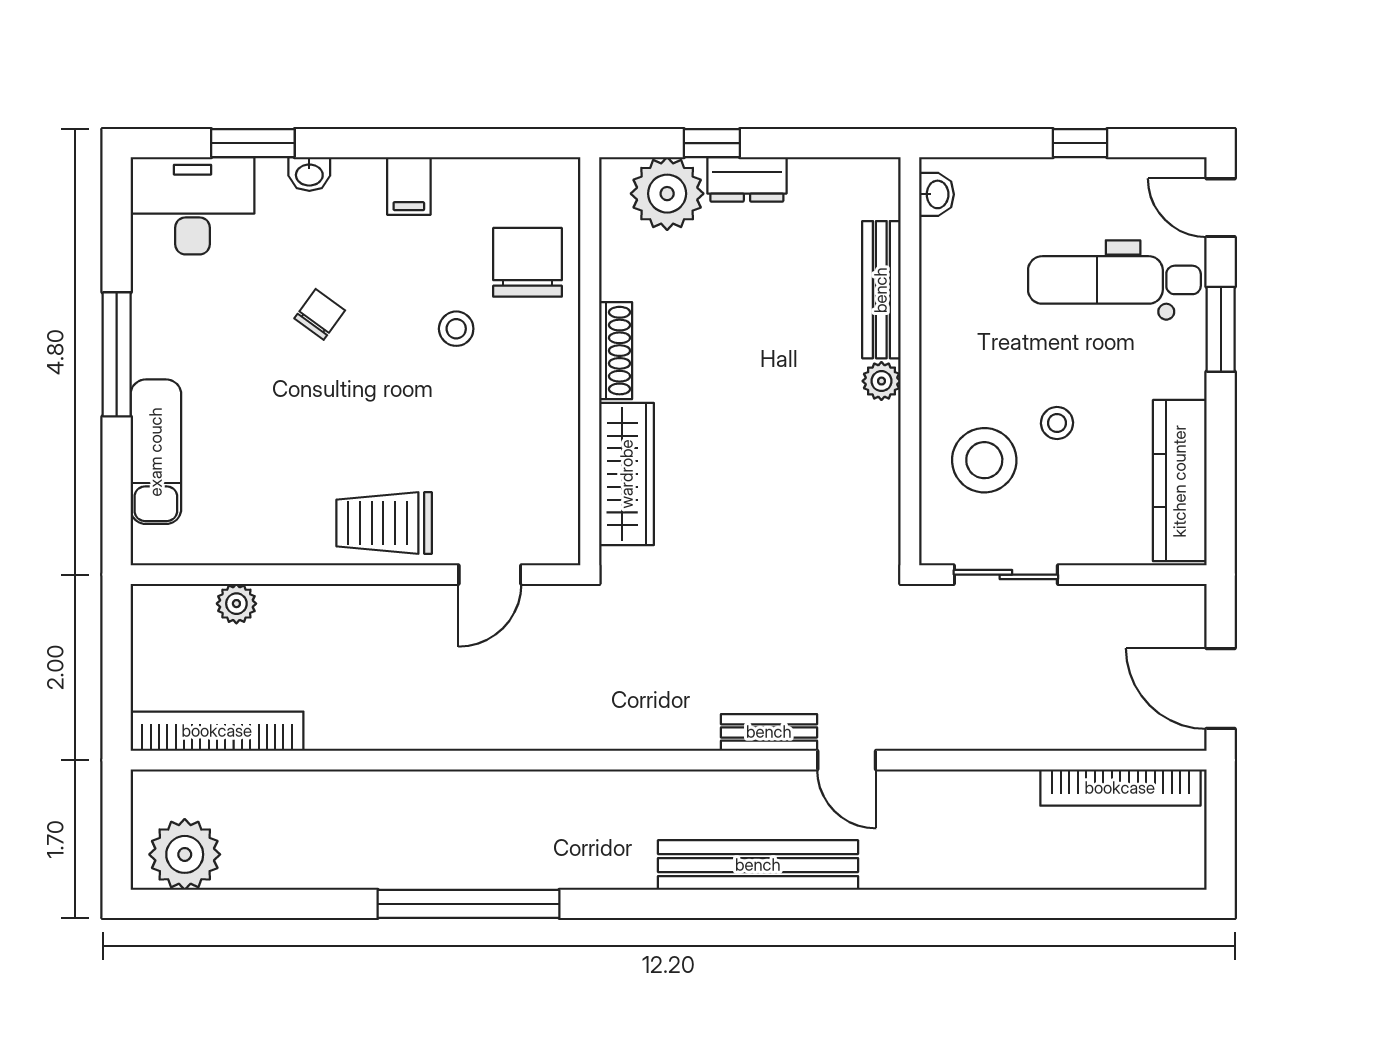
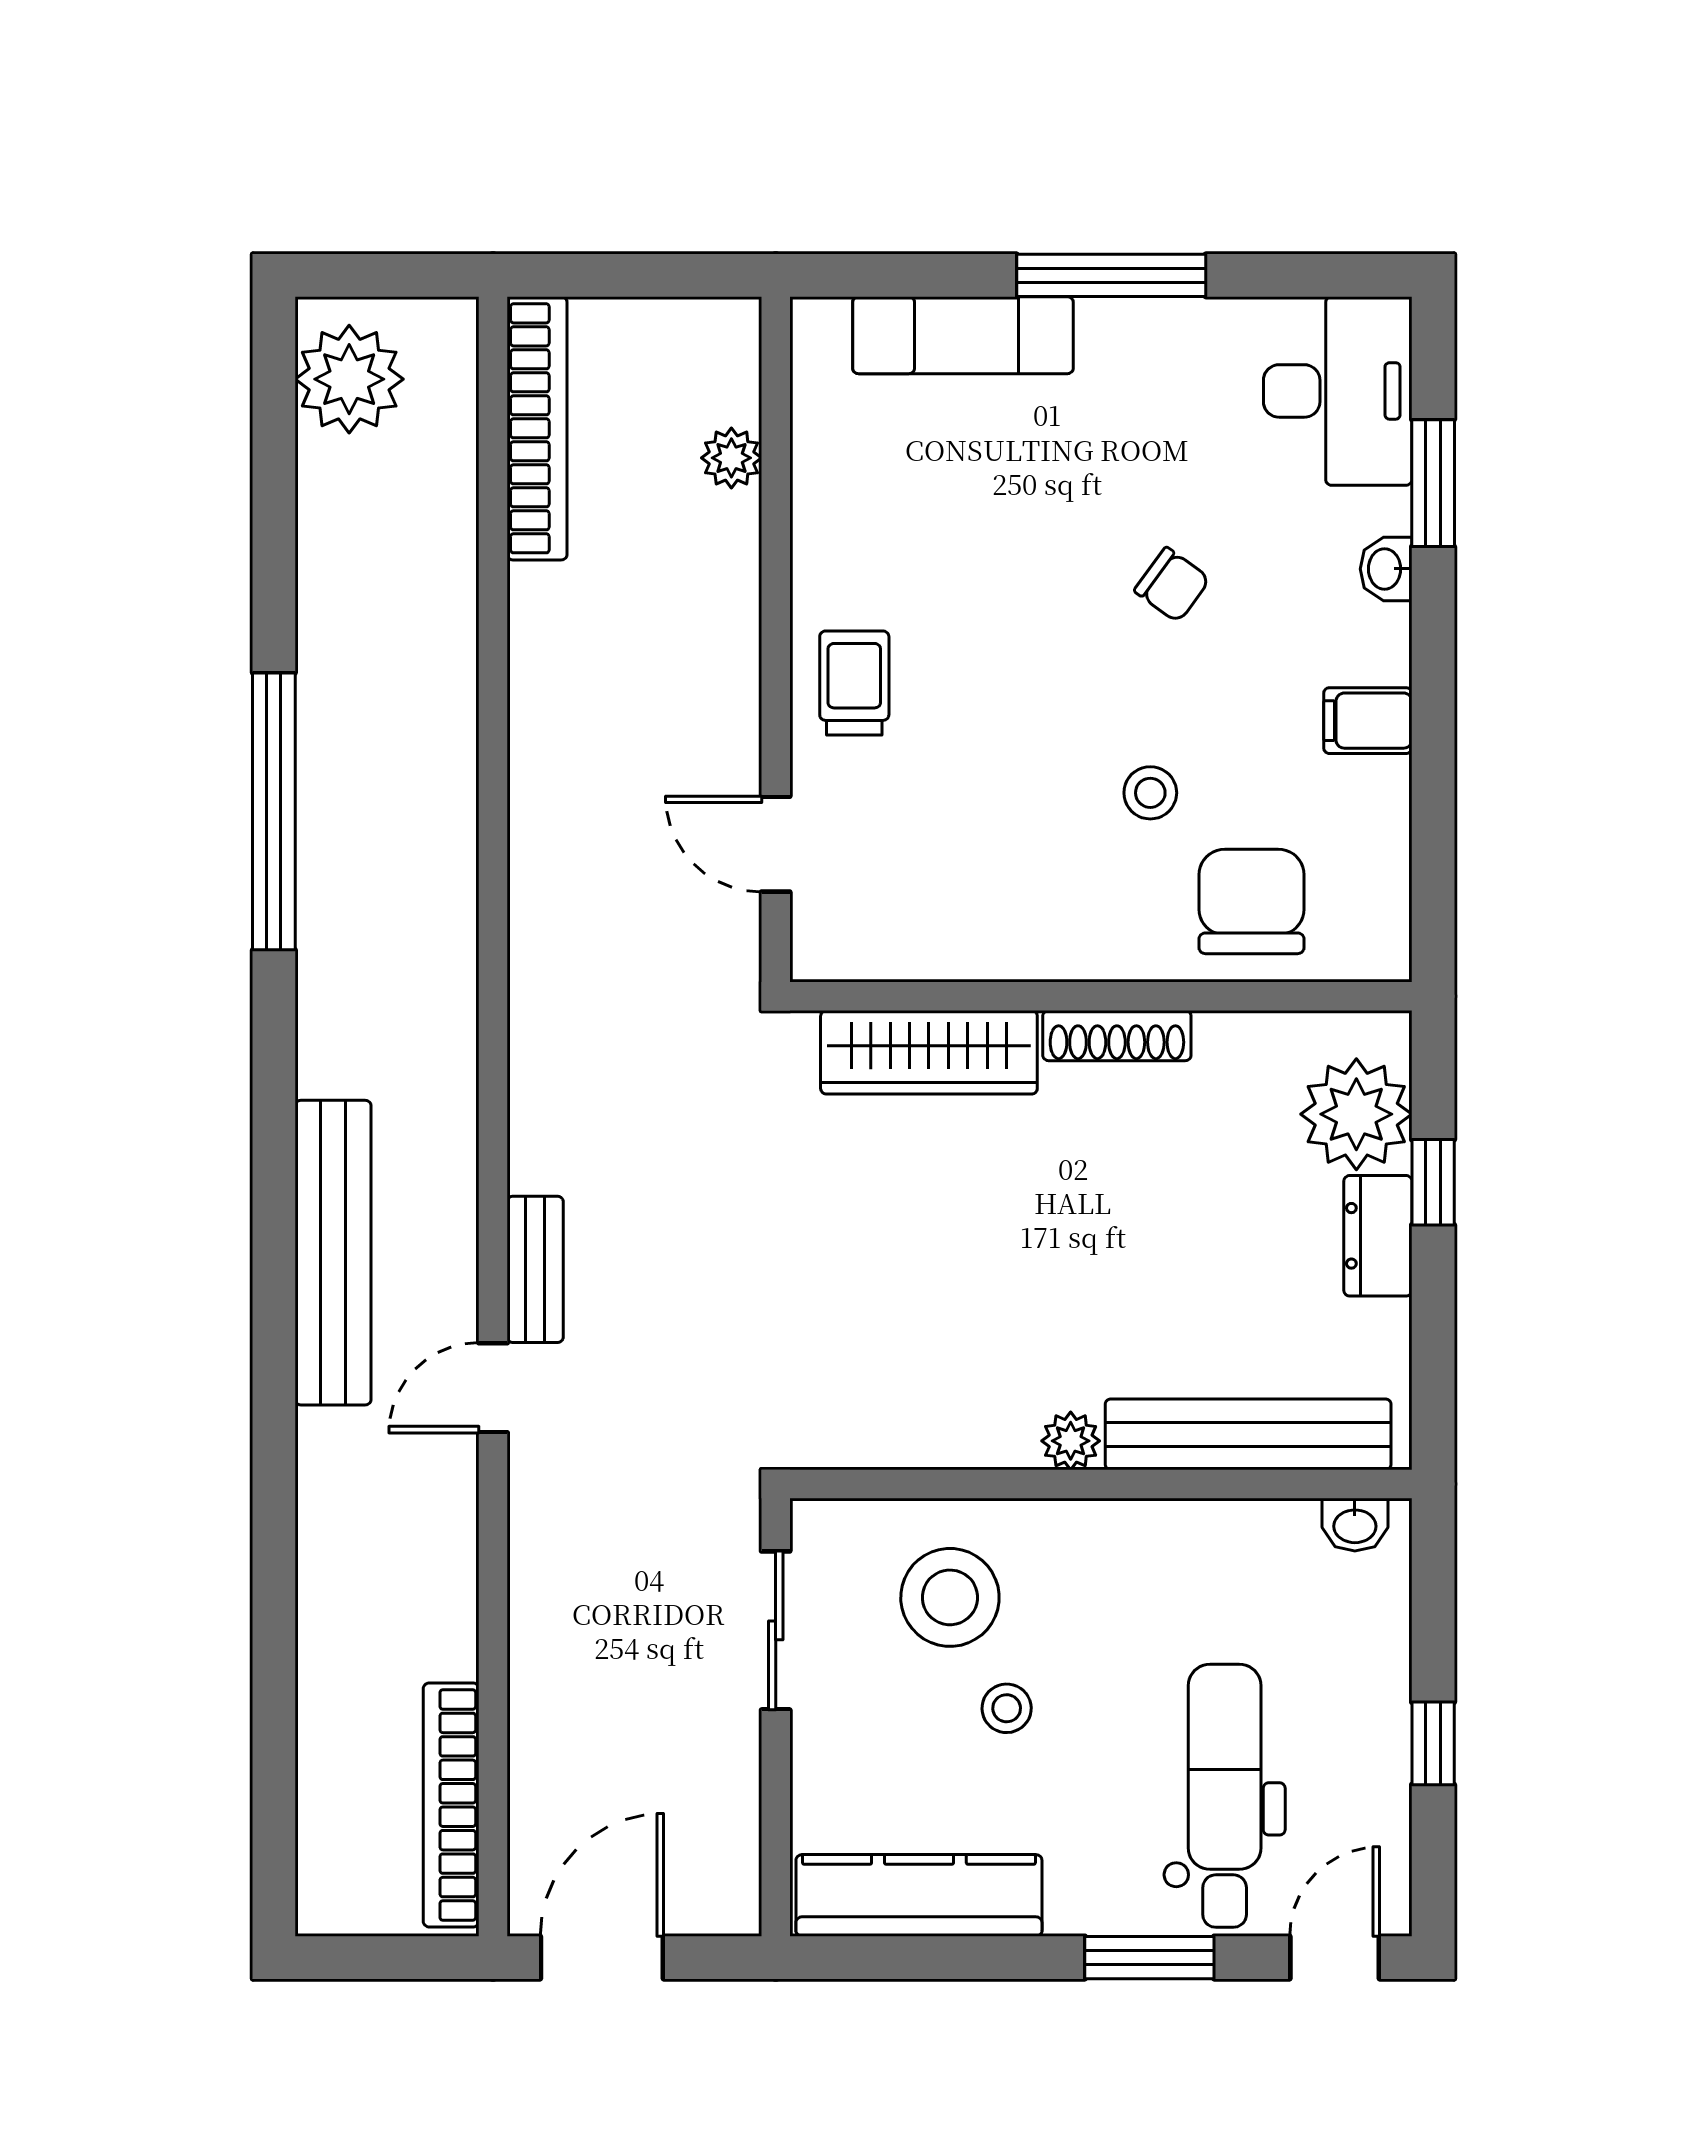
chair: (528, 262) -> (1252, 901), turned -90
bench: (881, 290) -> (1248, 1434), width x1.37, depth x1.21
trolley: (384, 523) -> (854, 683), width x0.73, depth x0.72

